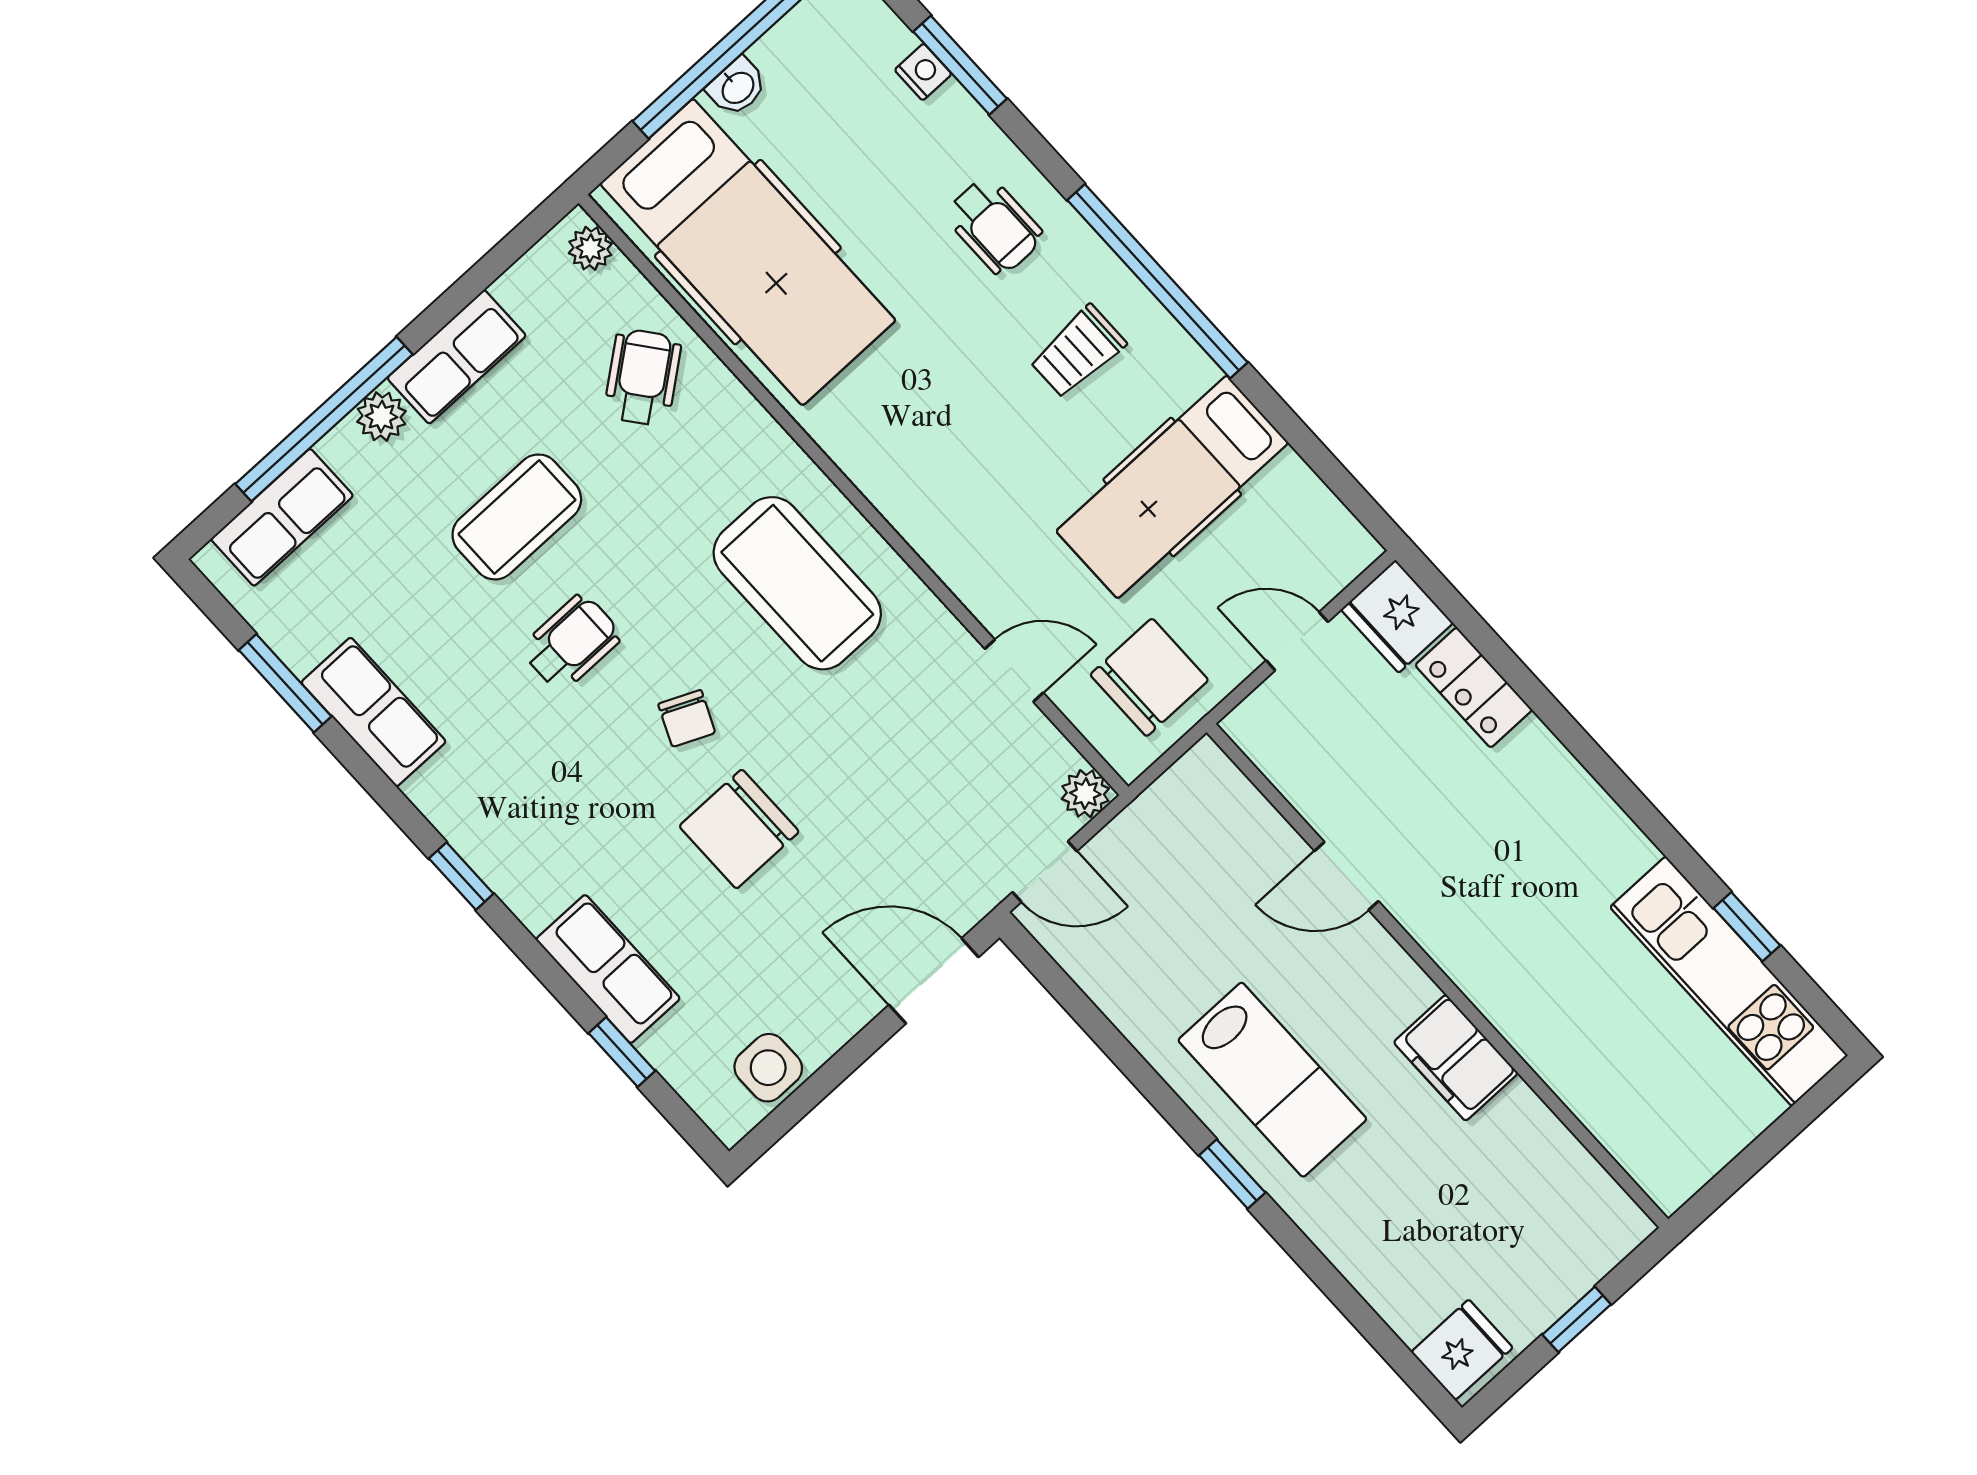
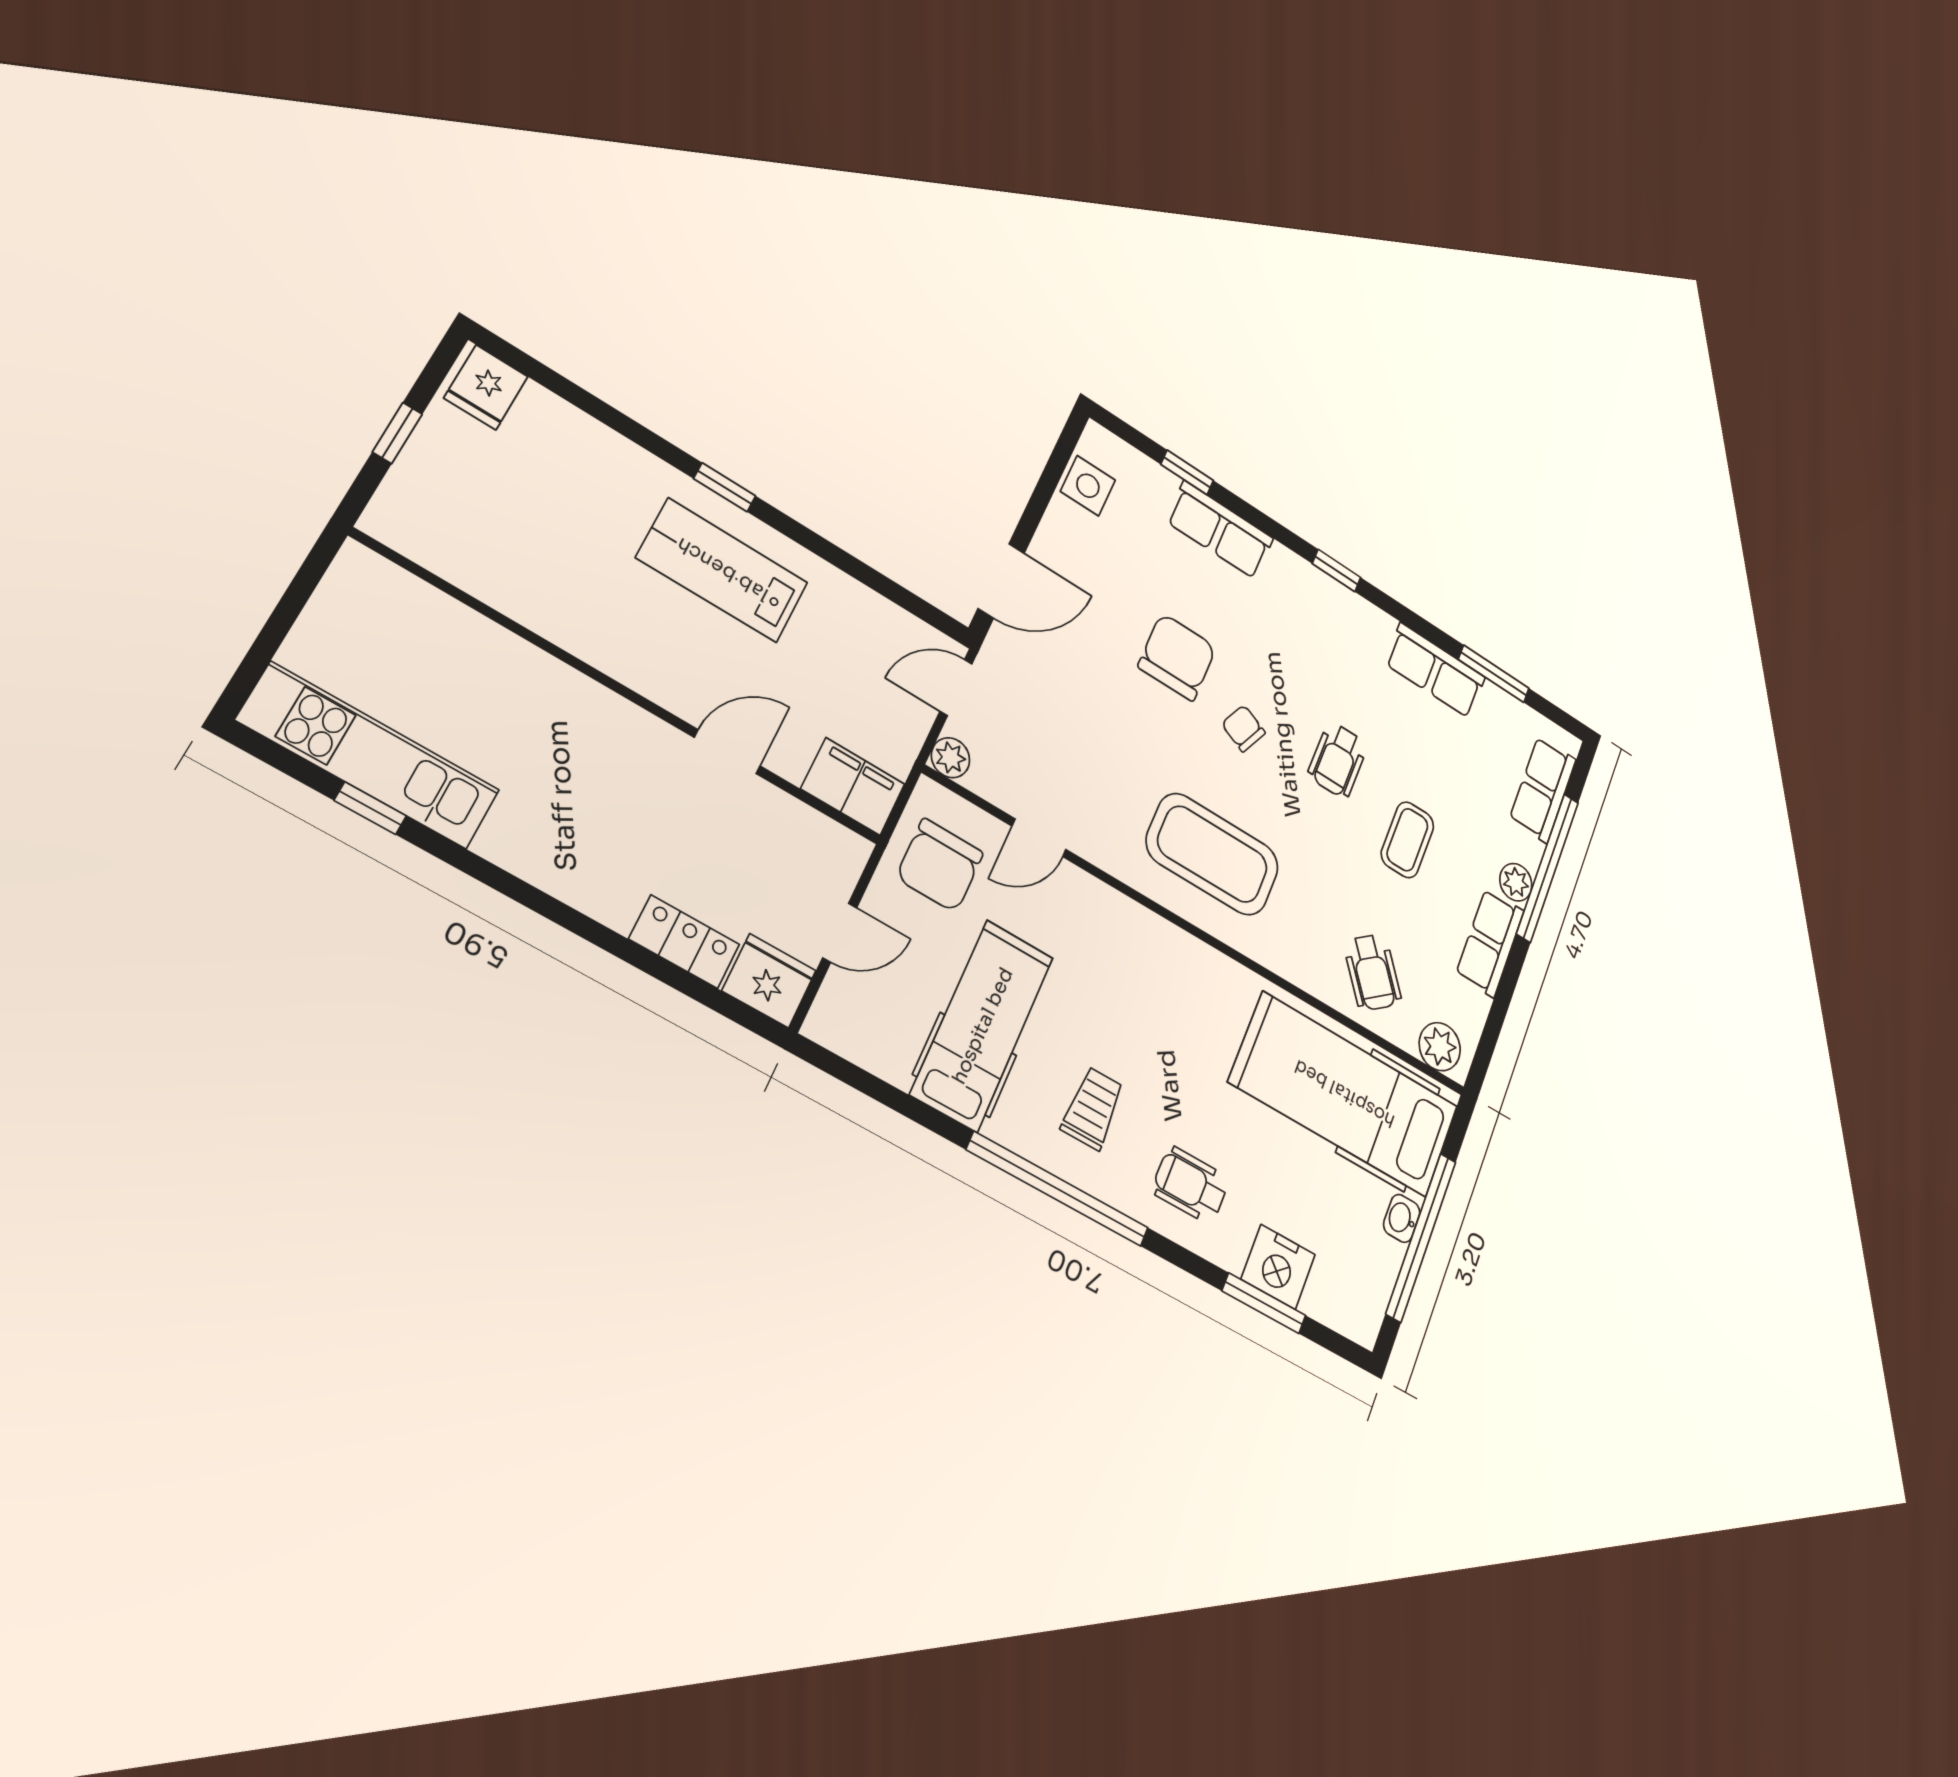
nightstand: (923, 72) -> (1278, 1267), width x1.89, depth x1.79
plant: (590, 248) -> (1440, 1047), width x1.38, depth x1.38
coffee table: (517, 517) -> (1407, 840), width x0.73, depth x0.77
filing cabinet: (1456, 1058) -> (853, 786), moved

